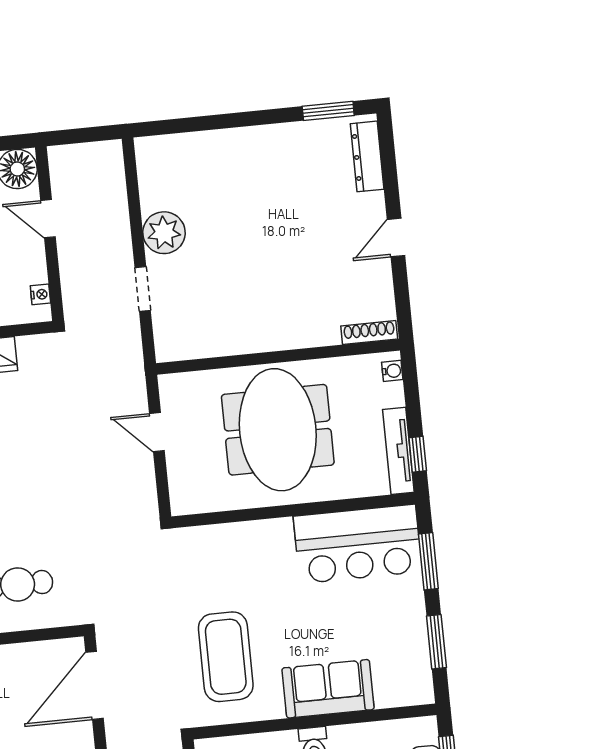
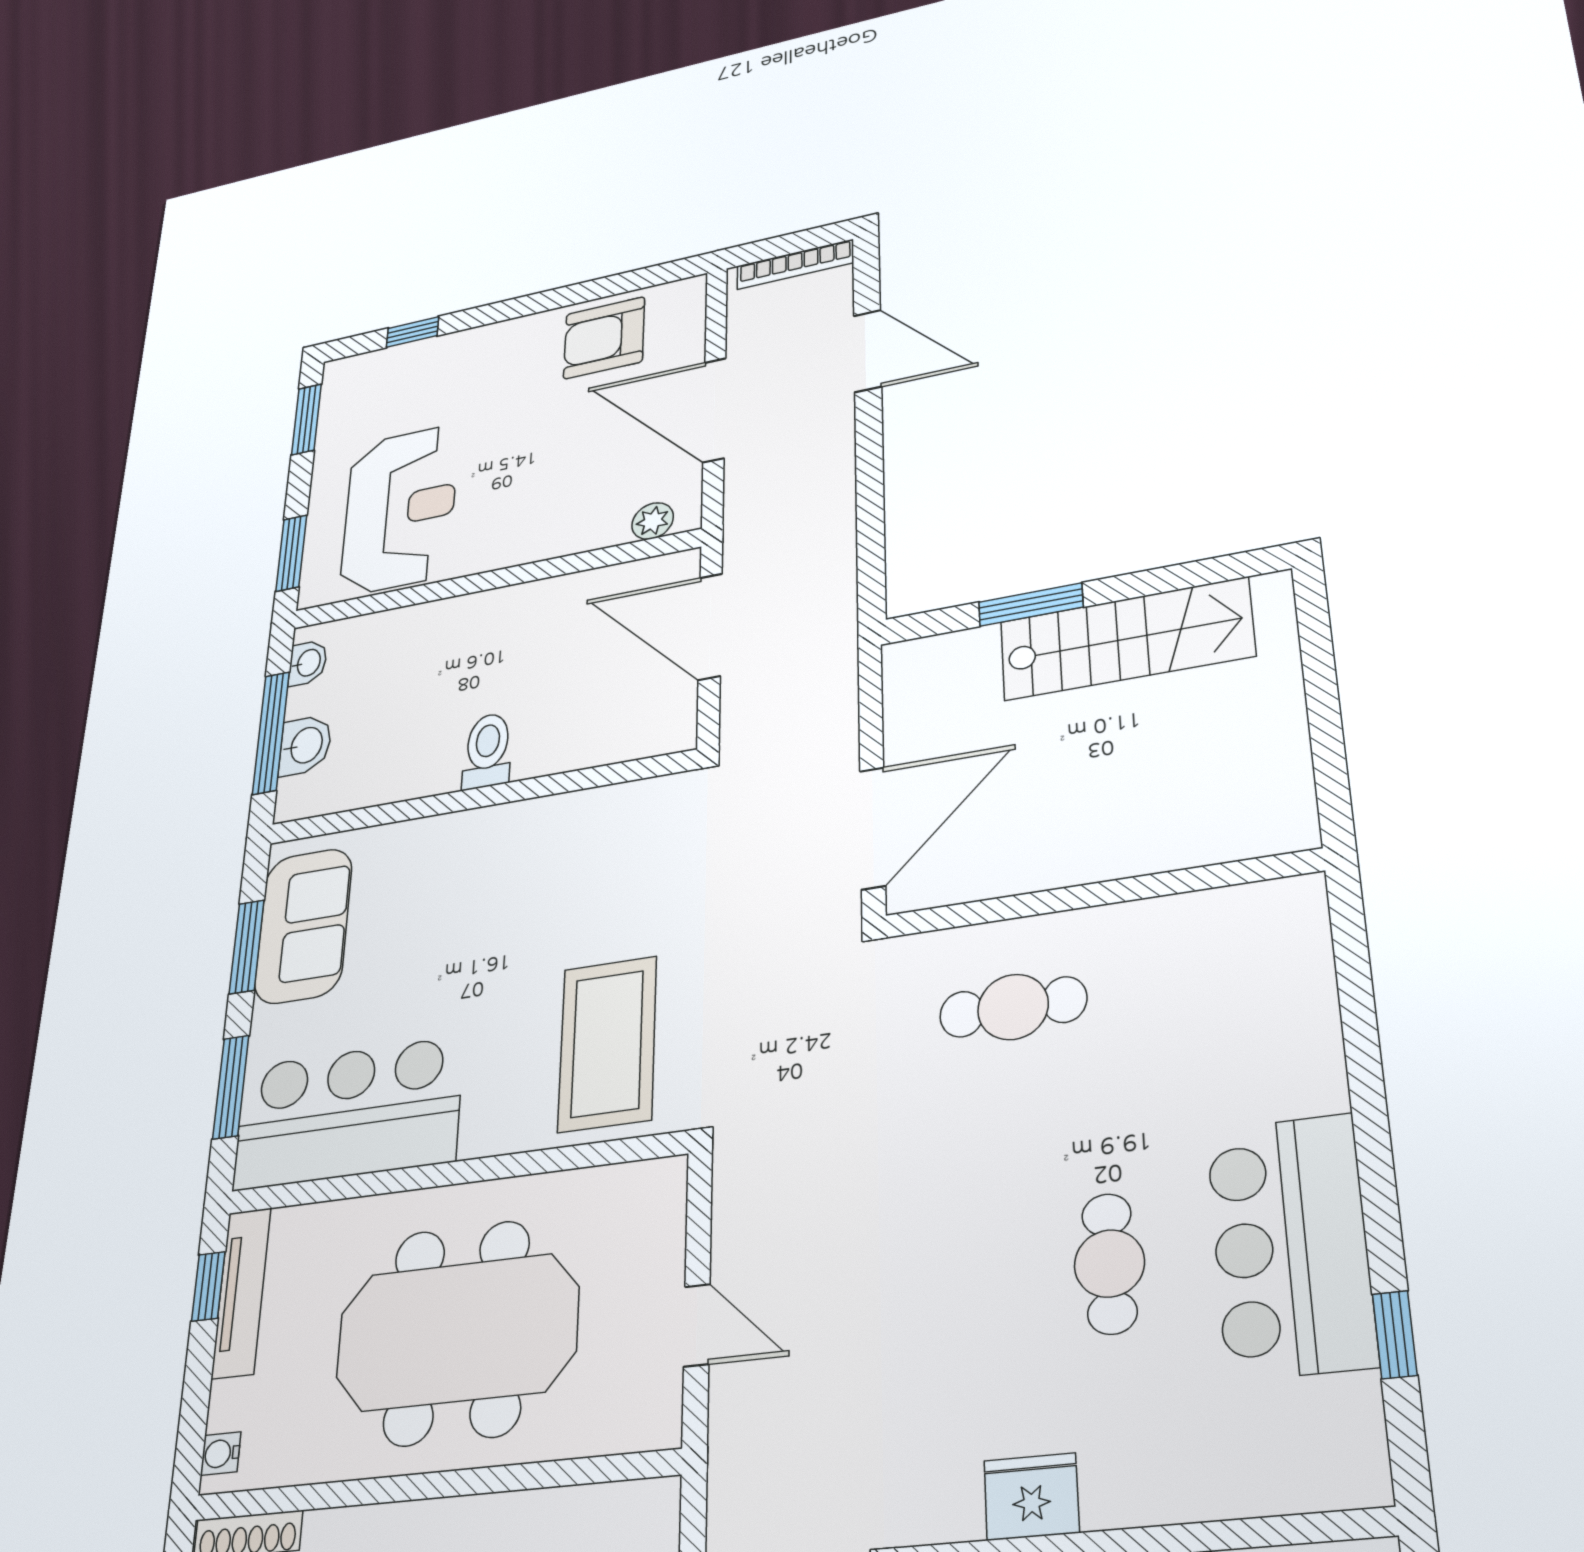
meeting table: (278, 430) -> (457, 1332), turned 90
coffee table: (226, 657) -> (607, 1044), moved
sofa: (328, 689) -> (303, 926), moved, turned -90

